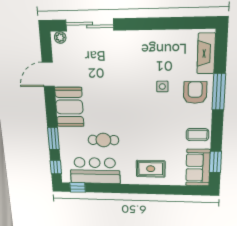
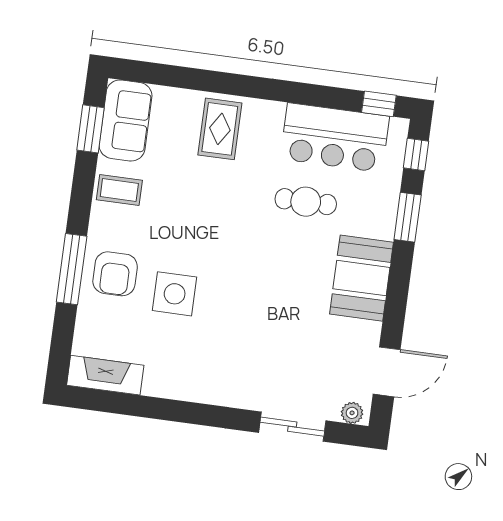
sliding door: (90, 25) -> (292, 427), width x0.73
fireplace: (206, 53) -> (105, 375), moved, turned -90
door: (48, 74) -> (387, 372), moved
side table: (162, 86) -> (175, 294), width x1.87, depth x1.87
rug: (151, 169) -> (220, 129), turned 90

